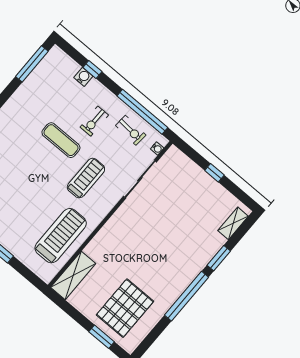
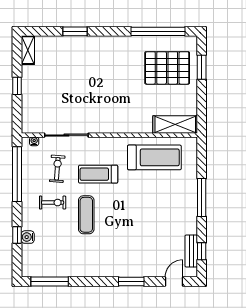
exercise bike: (131, 130) -> (57, 169), moved
shelving: (233, 223) -> (28, 50), moved, turned 90
treadmill: (61, 236) -> (154, 157), turned 180
window: (187, 296) -> (158, 31), moved

